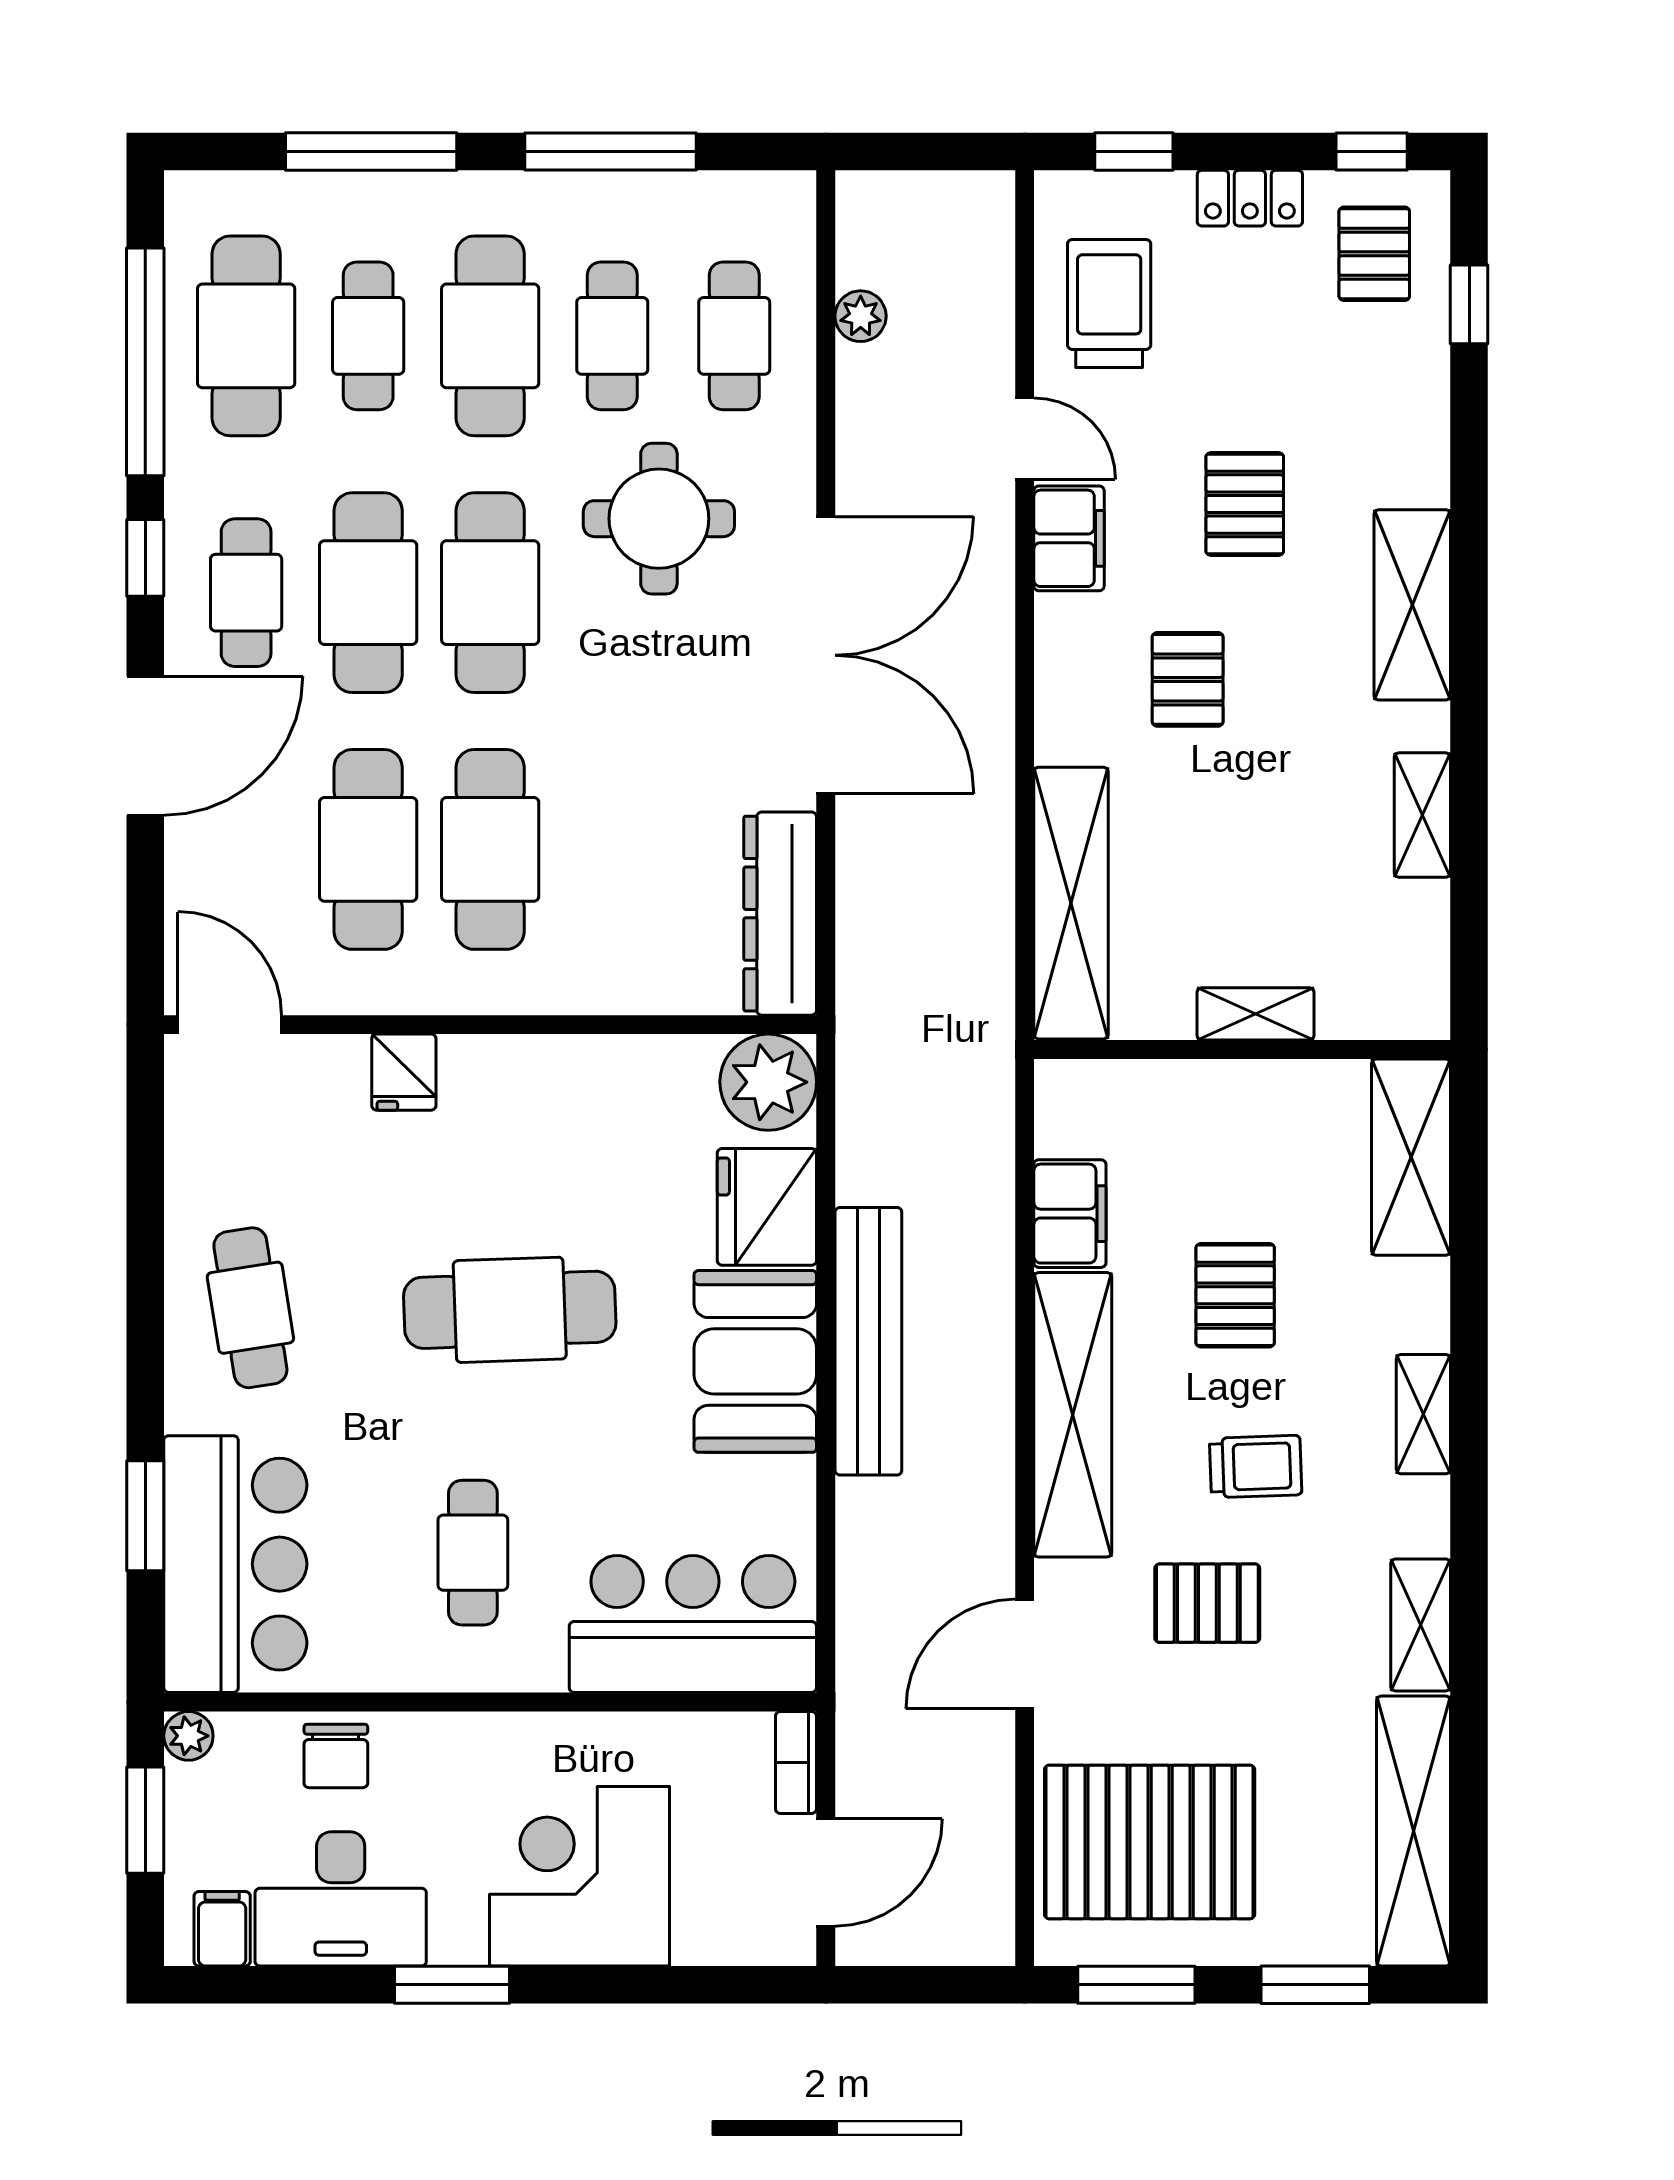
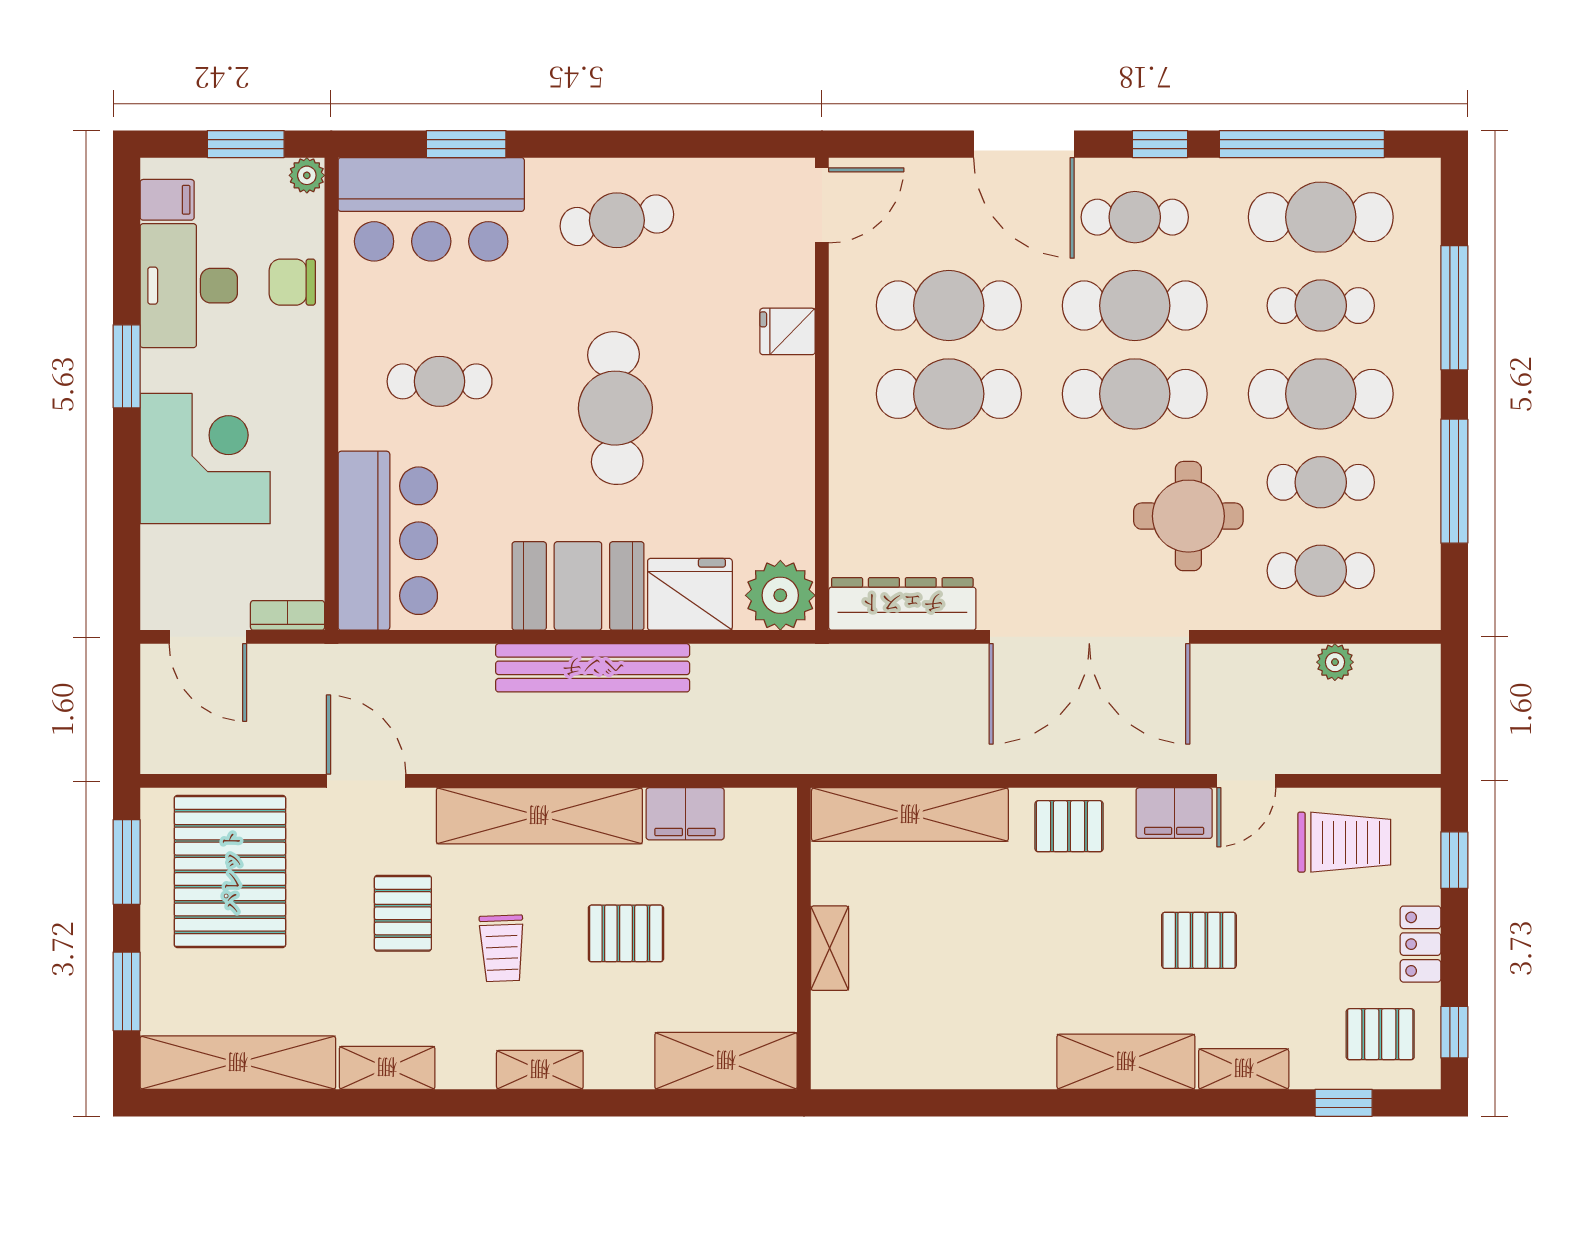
pallet: (1188, 679) -> (1069, 826), moved
shelving: (1422, 815) -> (1244, 1069), moved

